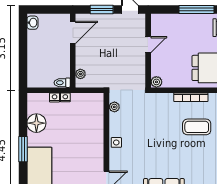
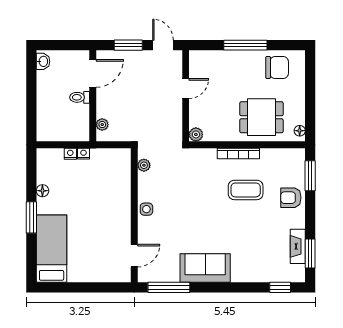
toilet: (62, 83) -> (80, 97), moved
floor lamp: (36, 123) -> (42, 191), width x0.53, depth x0.53

